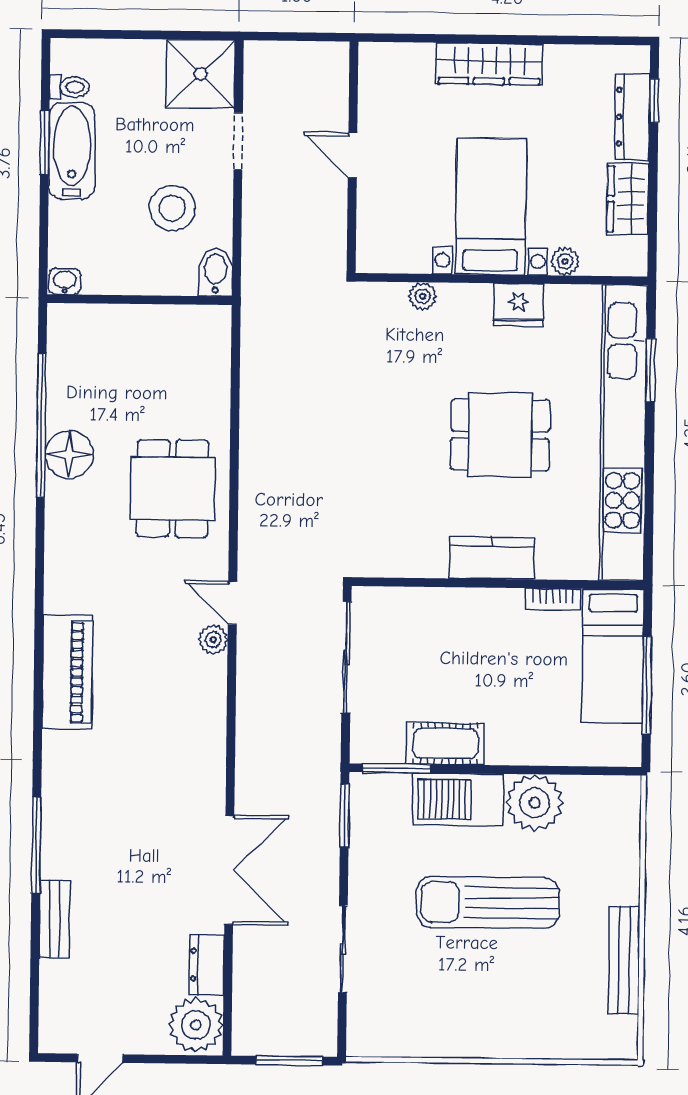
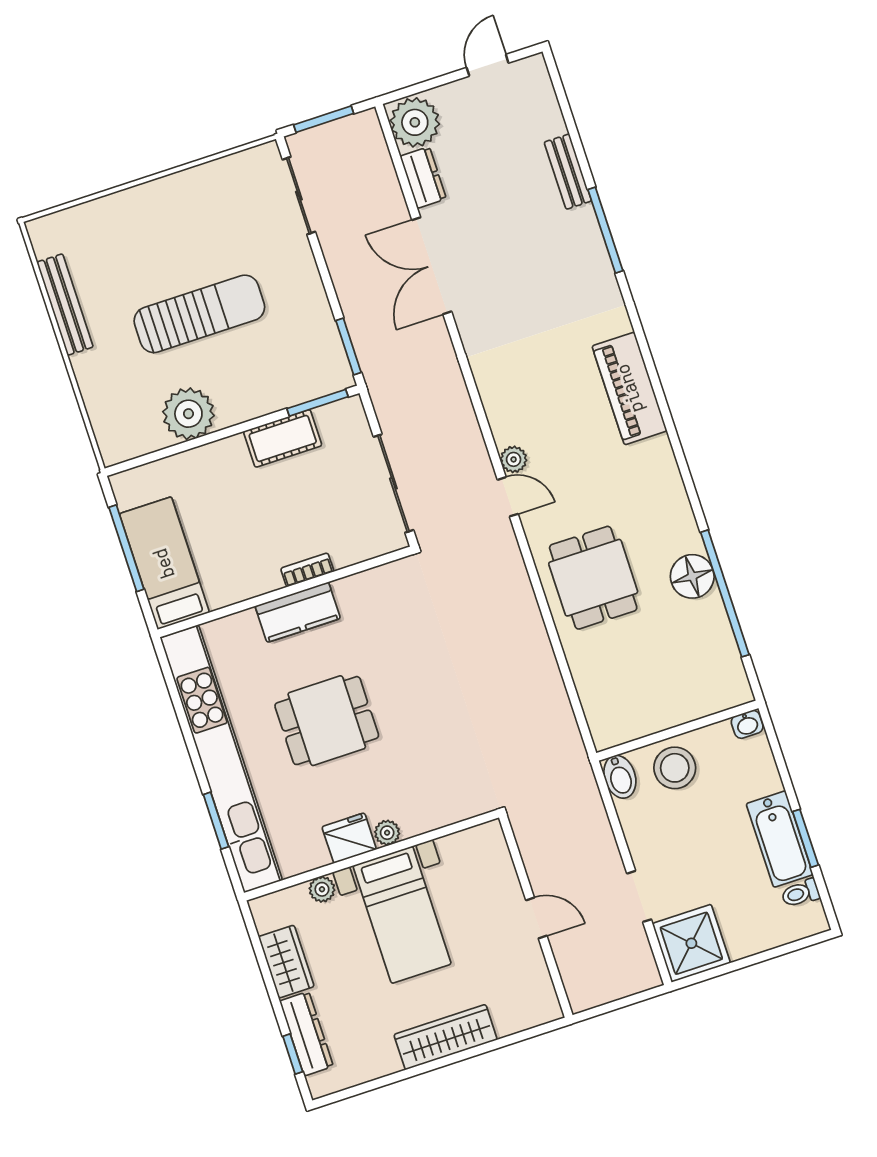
stool: (172, 208) -> (675, 768), moved
plant: (423, 296) -> (387, 833), moved
bookcase: (553, 599) -> (307, 570), moved
barbecue: (458, 799) -> (255, 394), removed
sliding door: (343, 949) -> (299, 196), moved

